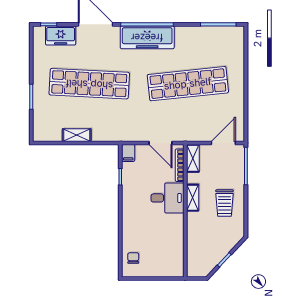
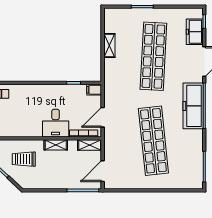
door: (223, 143) -> (103, 171), swing flipped
trolley: (225, 203) -> (24, 159), moved

